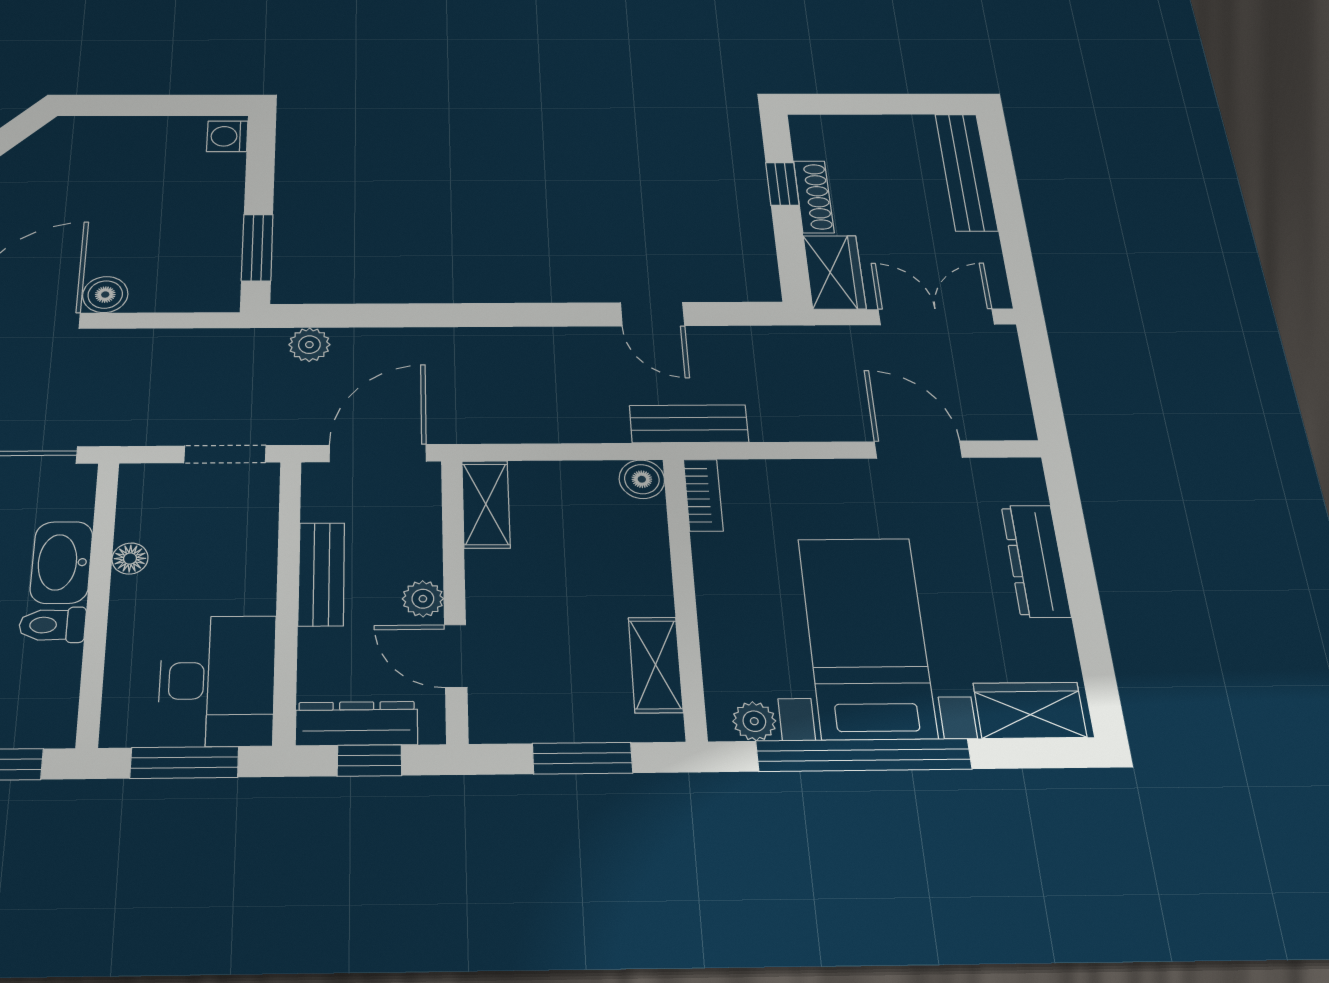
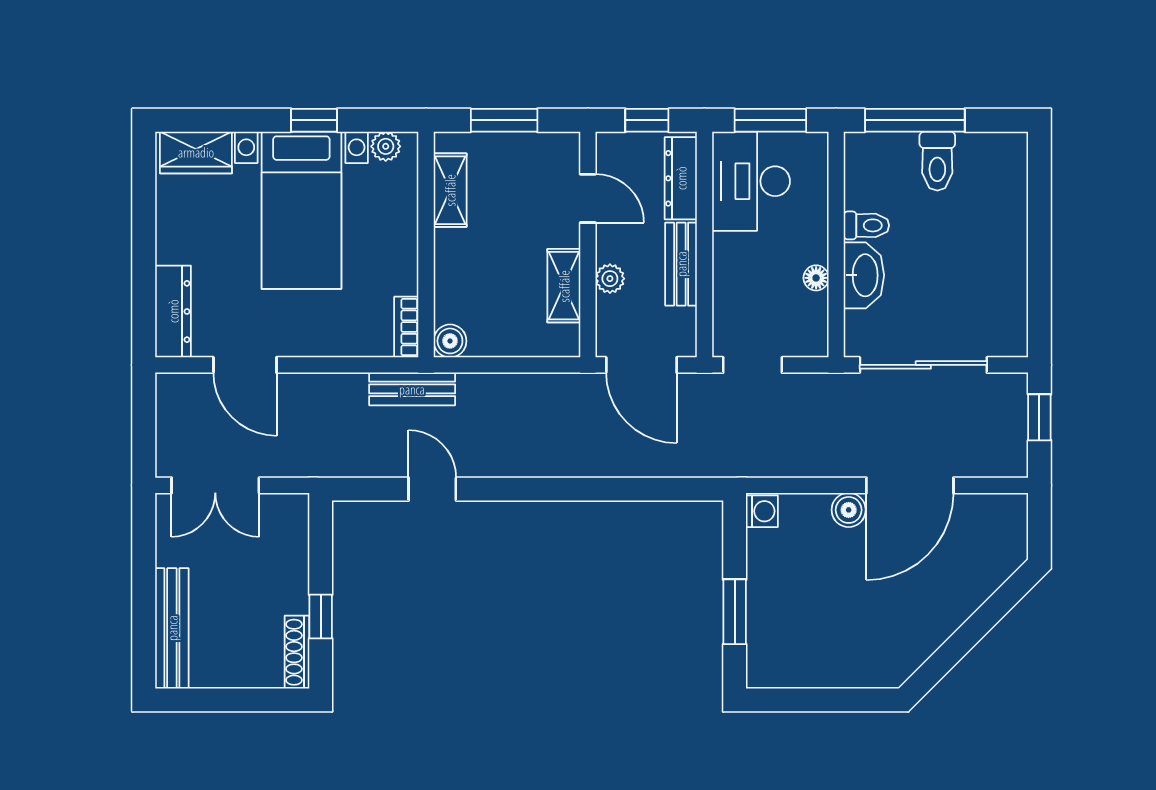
washing machine: (227, 136) -> (762, 511), moved
shoe rack: (814, 197) -> (297, 652), moved
window: (257, 247) -> (735, 612), moved
wardrobe: (834, 272) -> (289, 528), removed
plant: (309, 345) -> (693, 462), removed
door: (378, 453) -> (641, 365), hinge flipped
shelving: (486, 504) -> (564, 286), moved
dresser: (1036, 561) -> (173, 311), moved
plant: (423, 599) -> (610, 279), moved
dresser: (357, 724) -> (681, 178), moved, turned 90
window: (864, 755) -> (314, 120), width x0.32

